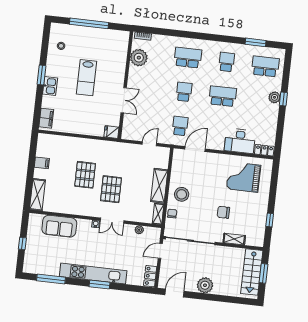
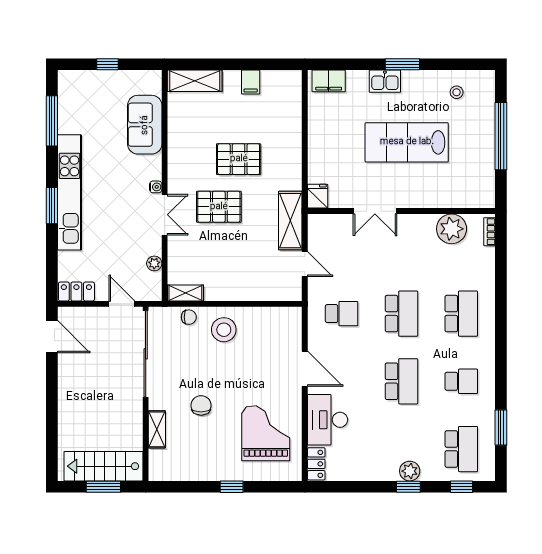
window: (287, 69) -> (461, 487), added
lab bench: (87, 78) -> (407, 142), width x1.36, depth x1.39
school desk: (184, 92) -> (401, 314), width x1.85
door: (195, 149) -> (305, 369), moved
shelving: (159, 186) -> (290, 221), moved, turned 90
window: (270, 220) -> (232, 487), moved
double door: (112, 221) -> (165, 215), swing flipped
plant: (205, 285) -> (71, 388), removed

